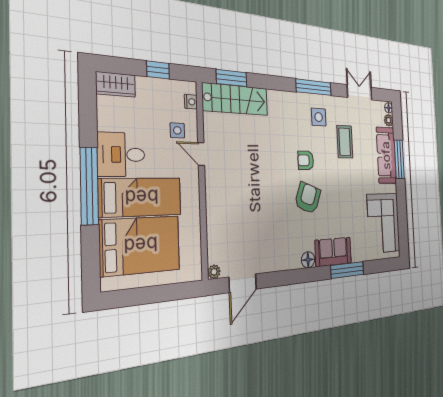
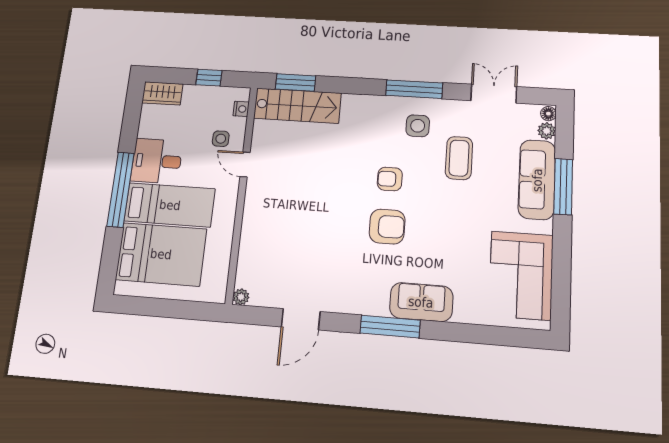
armchair: (308, 198) -> (387, 227), turned 69
floor lamp: (308, 260) -> (377, 306), removed
window: (347, 270) -> (390, 327), moved
door: (243, 283) -> (301, 319), moved

